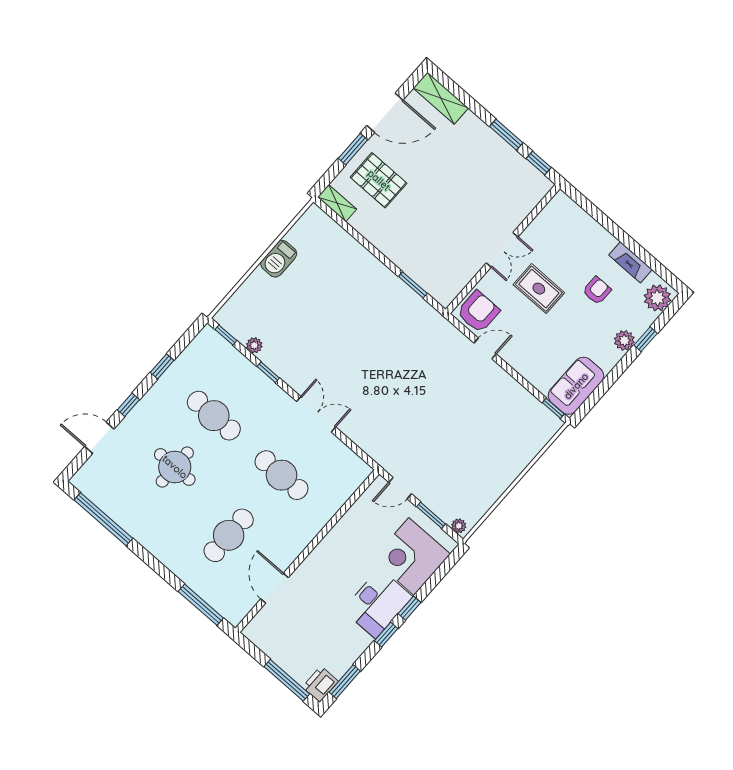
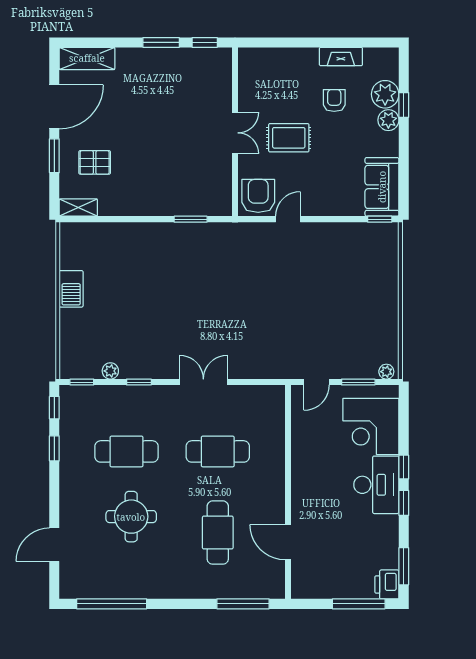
pallet: (379, 180) -> (95, 162), width x0.67, depth x0.71
plant: (657, 298) -> (385, 94), moved
window: (128, 405) -> (54, 408), moved

